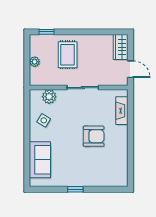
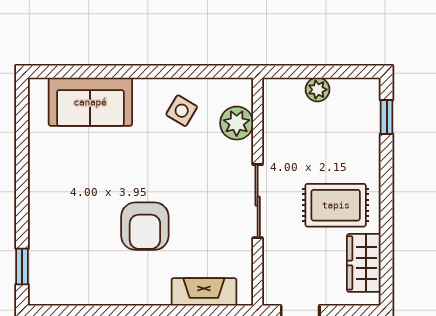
wardrobe: (121, 47) -> (364, 263), moved, turned -90
rug: (68, 55) -> (336, 205), moved
window: (75, 189) -> (22, 266), moved

